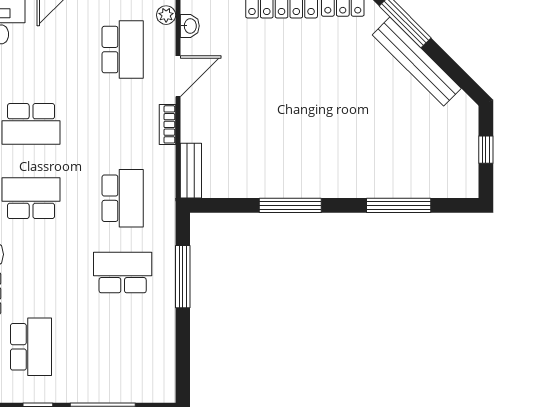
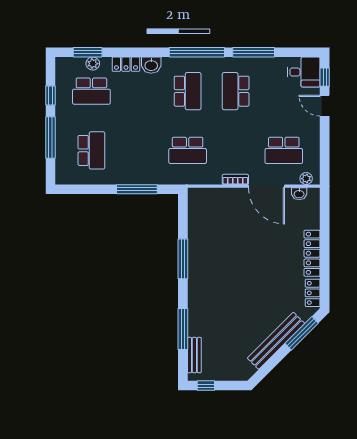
door: (178, 76) -> (267, 186), width x1.36
window: (486, 150) -> (206, 386), moved
bench: (191, 171) -> (194, 355), moved, turned 90
school desk: (123, 273) -> (91, 150), moved

